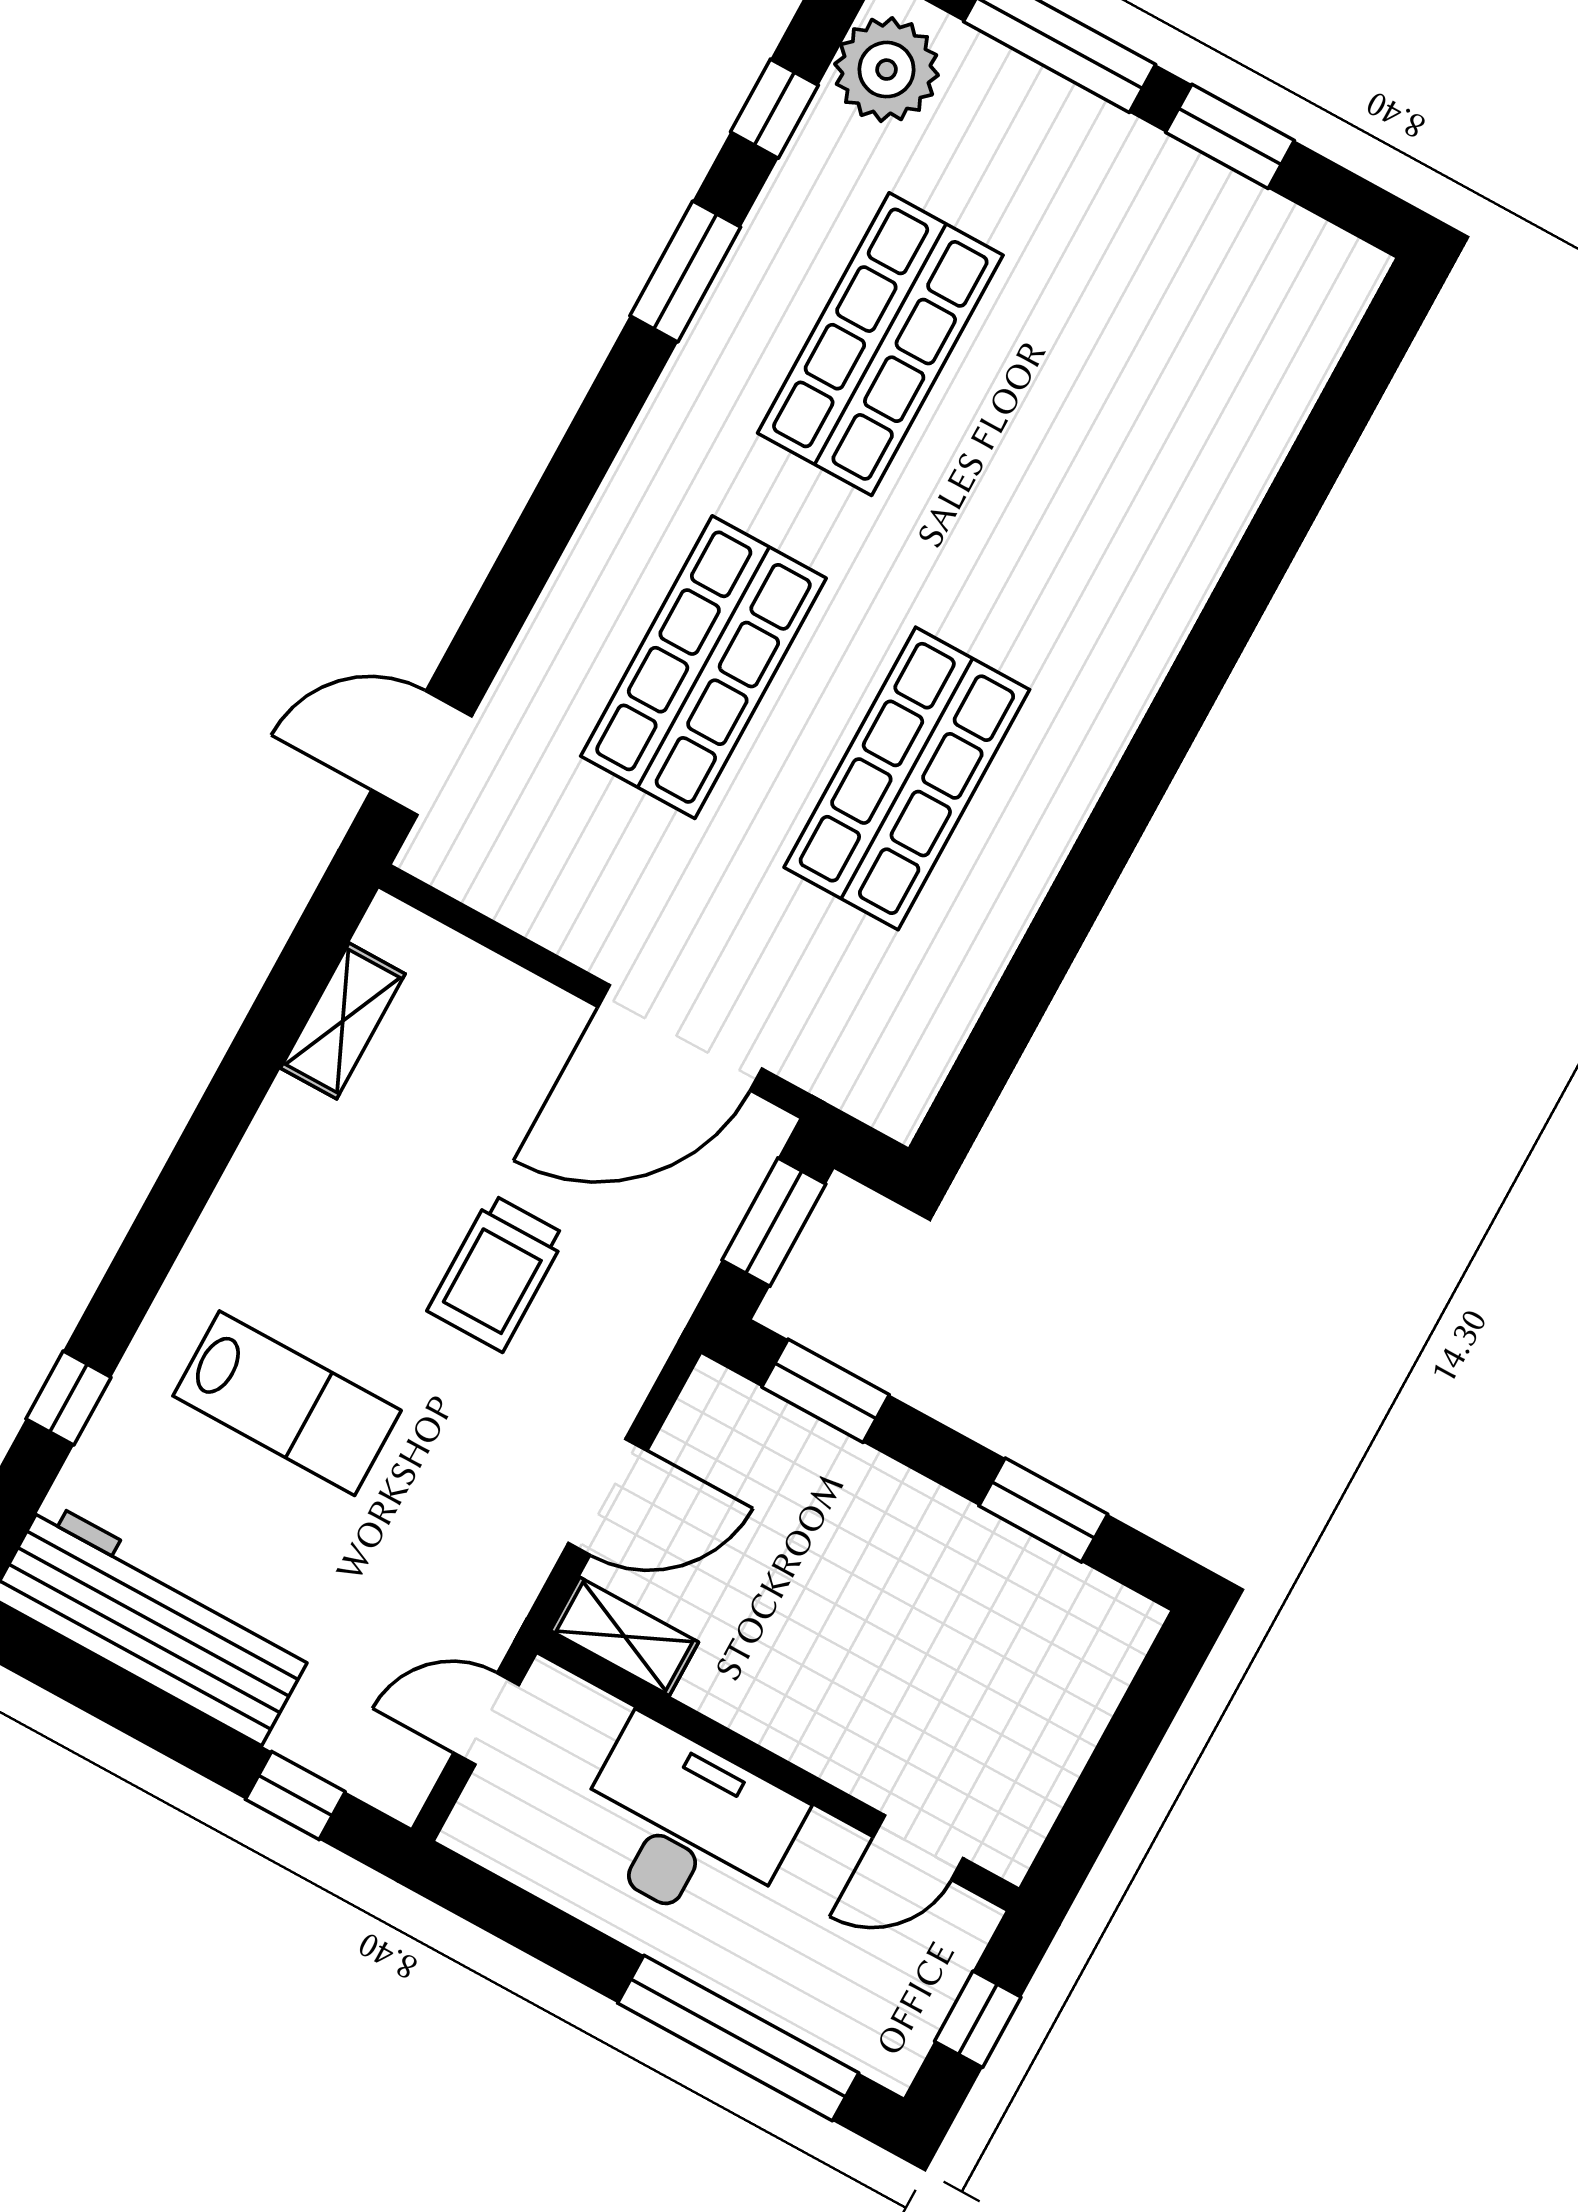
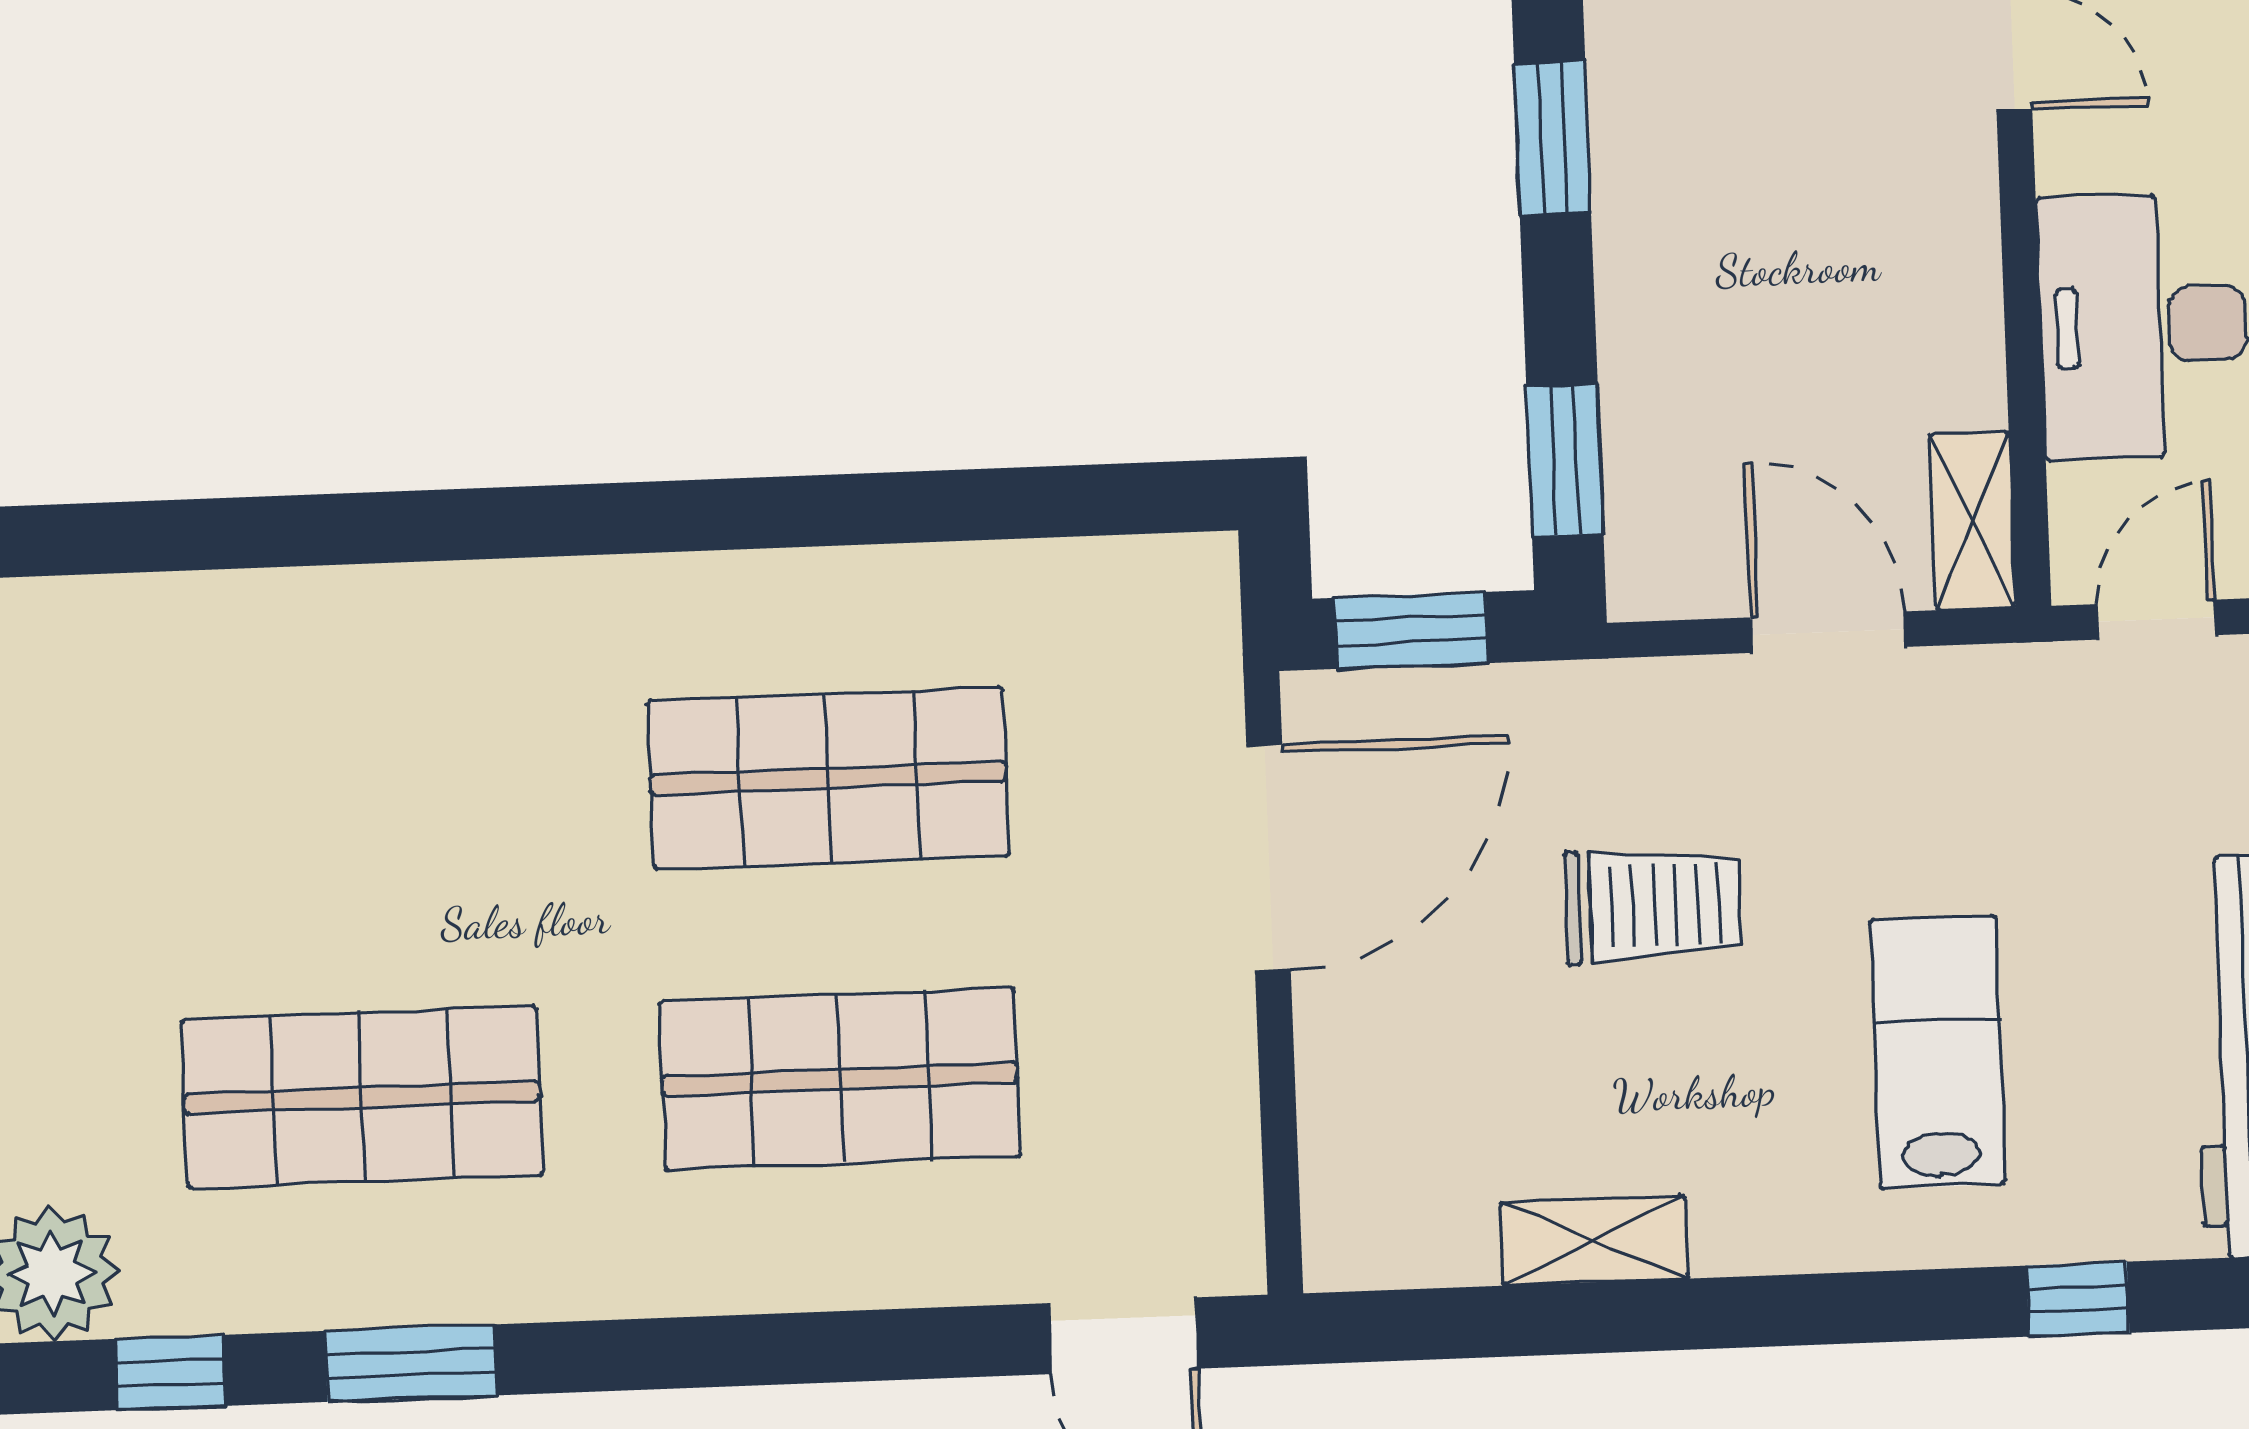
shelving: (343, 1021) -> (1594, 1240), moved
door: (680, 1038) -> (1269, 858), hinge flipped
door: (486, 1719) -> (2157, 620), swing flipped

